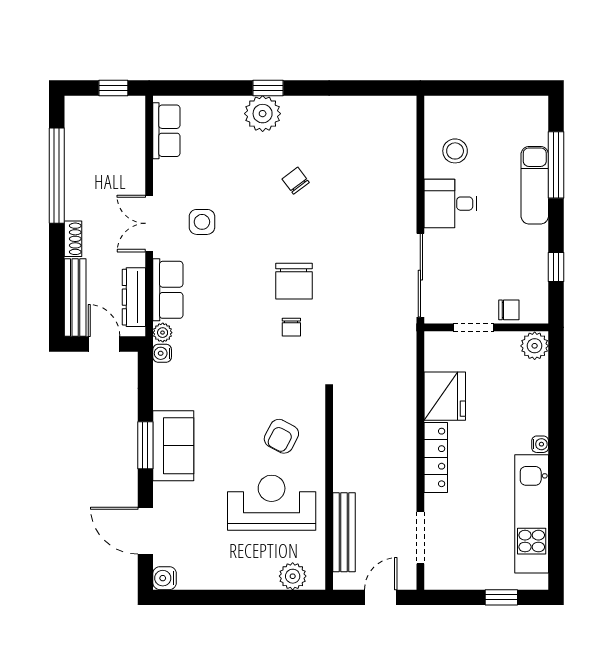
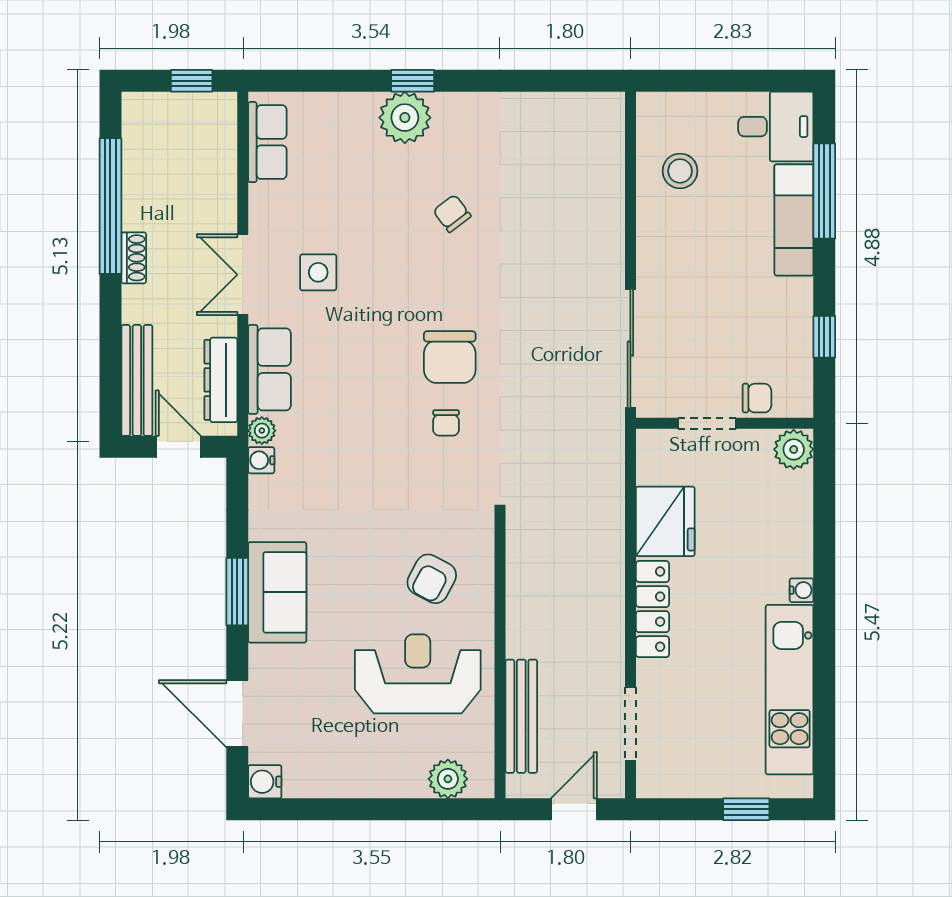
desk: (450, 204) -> (776, 127), moved, turned 180
shoe rack: (73, 239) -> (134, 258), moved

